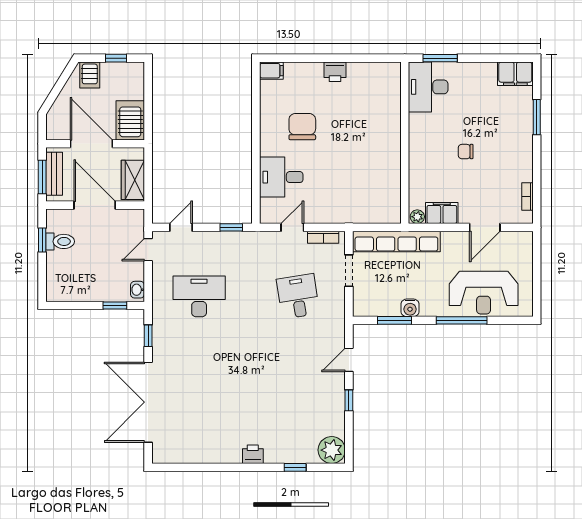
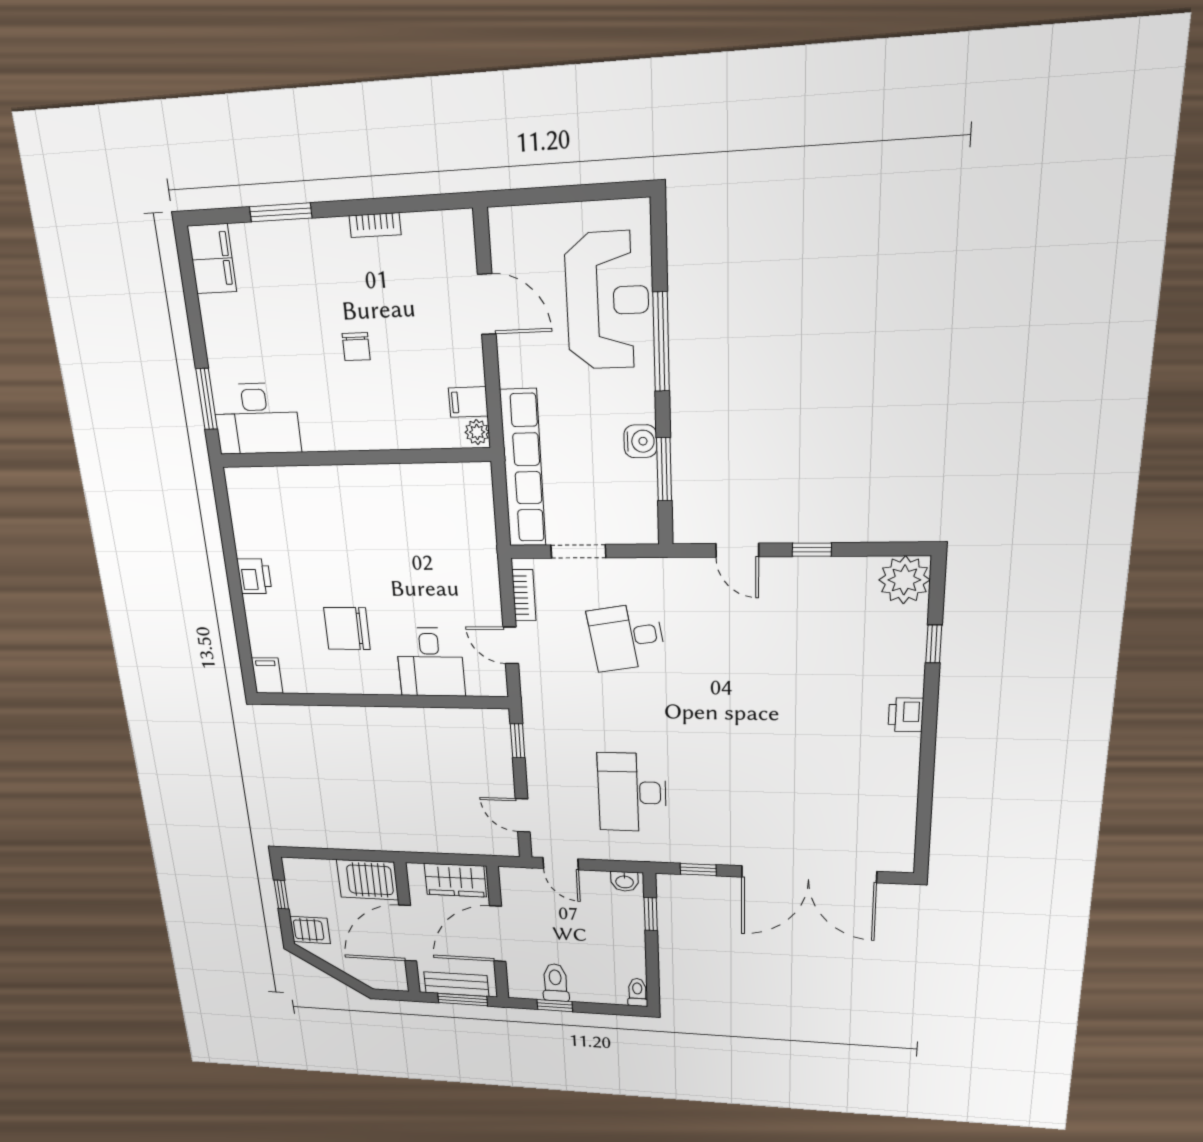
bookcase: (527, 196) -> (375, 225), moved
filing cabinet: (442, 213) -> (468, 402), width x0.50
toilet: (56, 295) -> (637, 992), added

